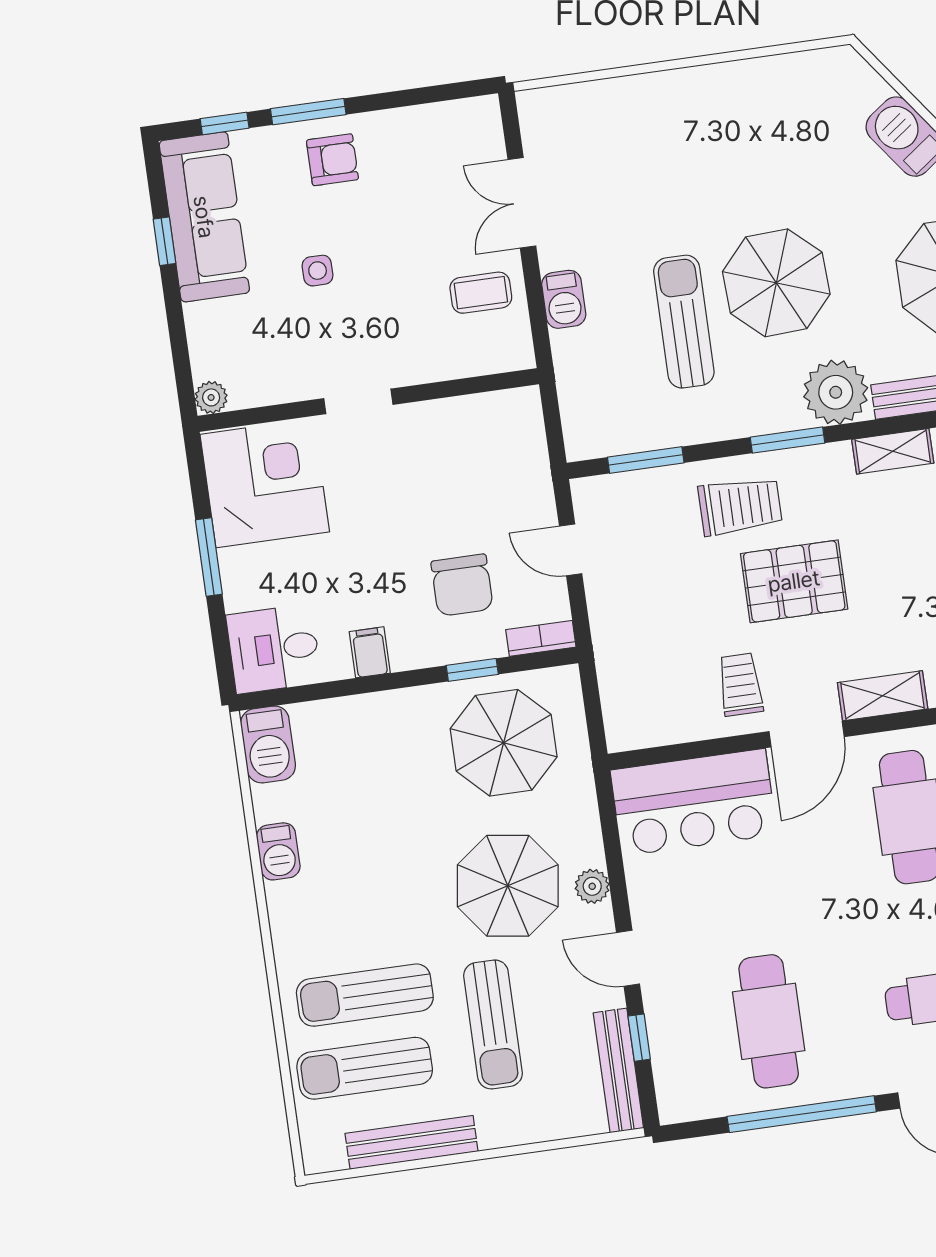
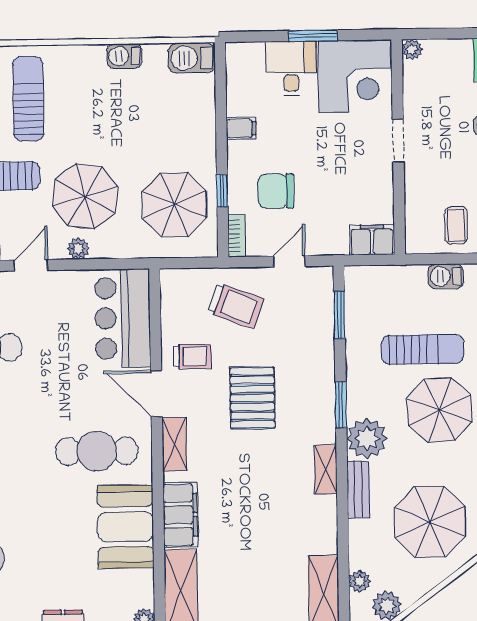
filing cabinet: (520, 423) -> (372, 240), added
trolley: (740, 506) -> (236, 306), moved, turned -69
desk: (274, 649) -> (291, 68), moved

